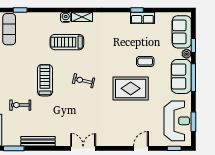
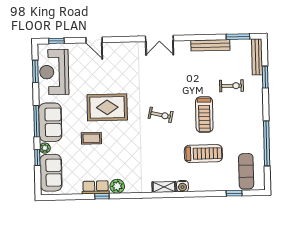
plant: (123, 19) -> (117, 186), added
treadmill: (67, 42) -> (203, 154), moved
door: (141, 148) -> (94, 40), hinge flipped

